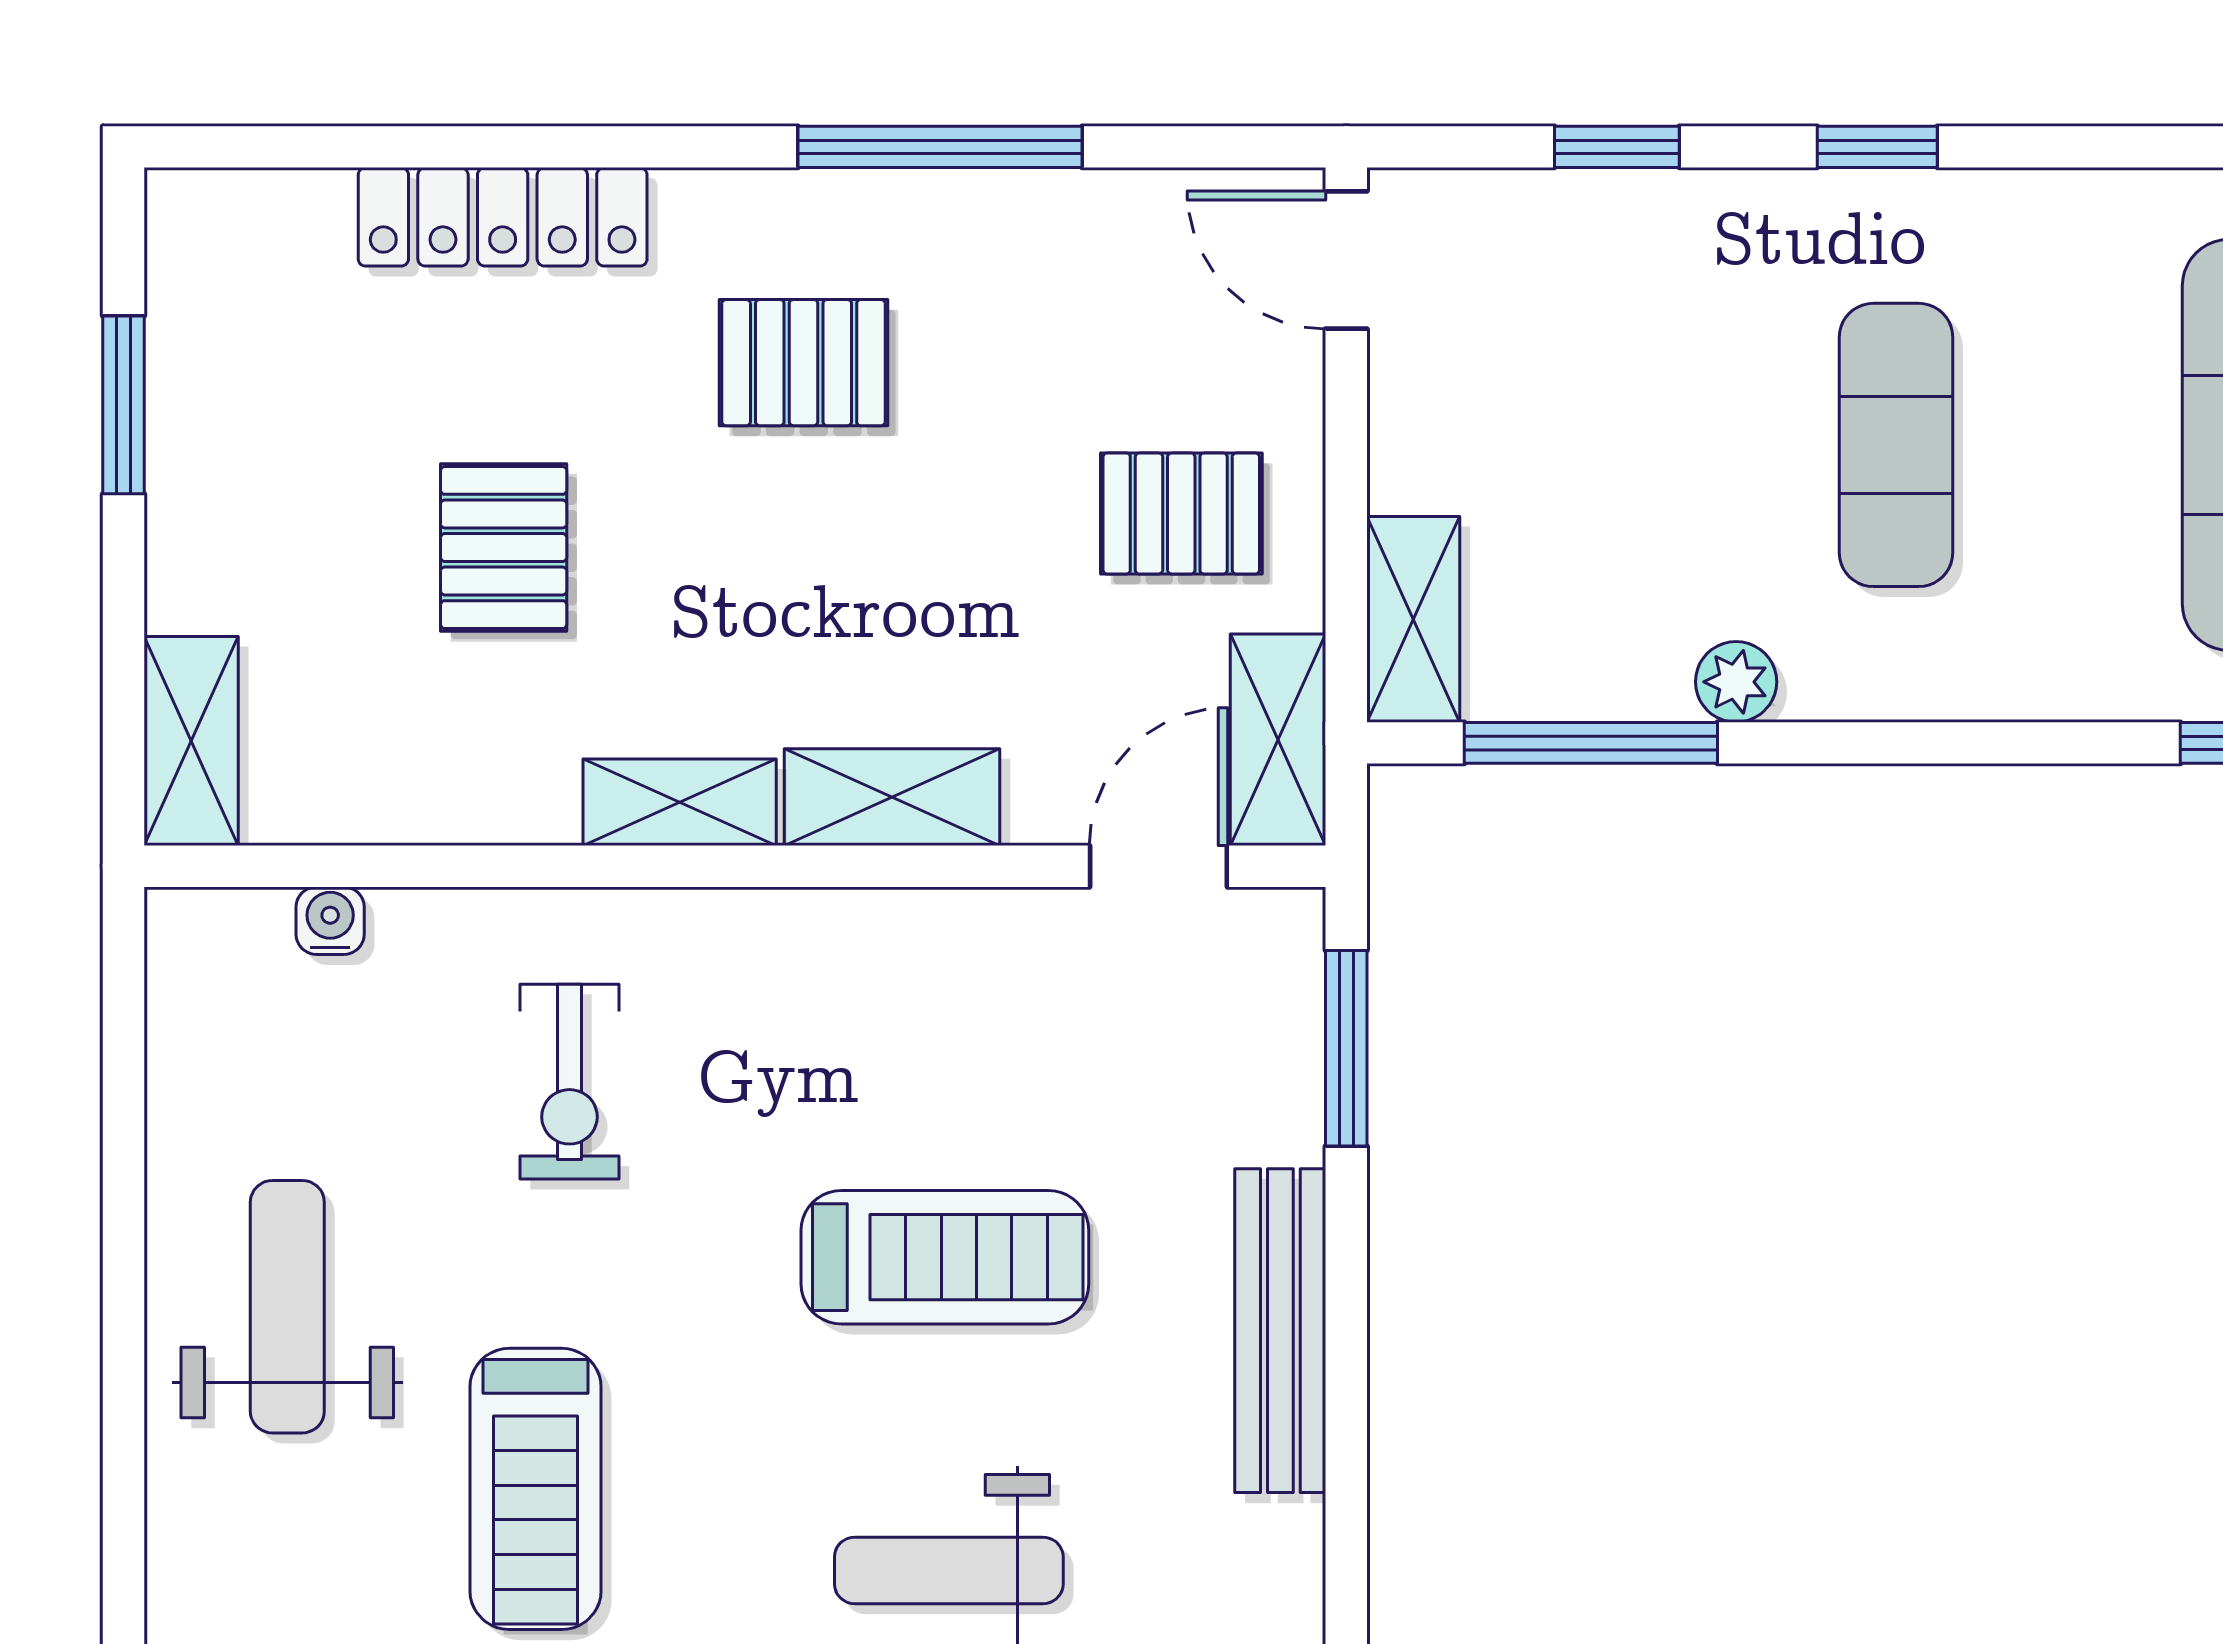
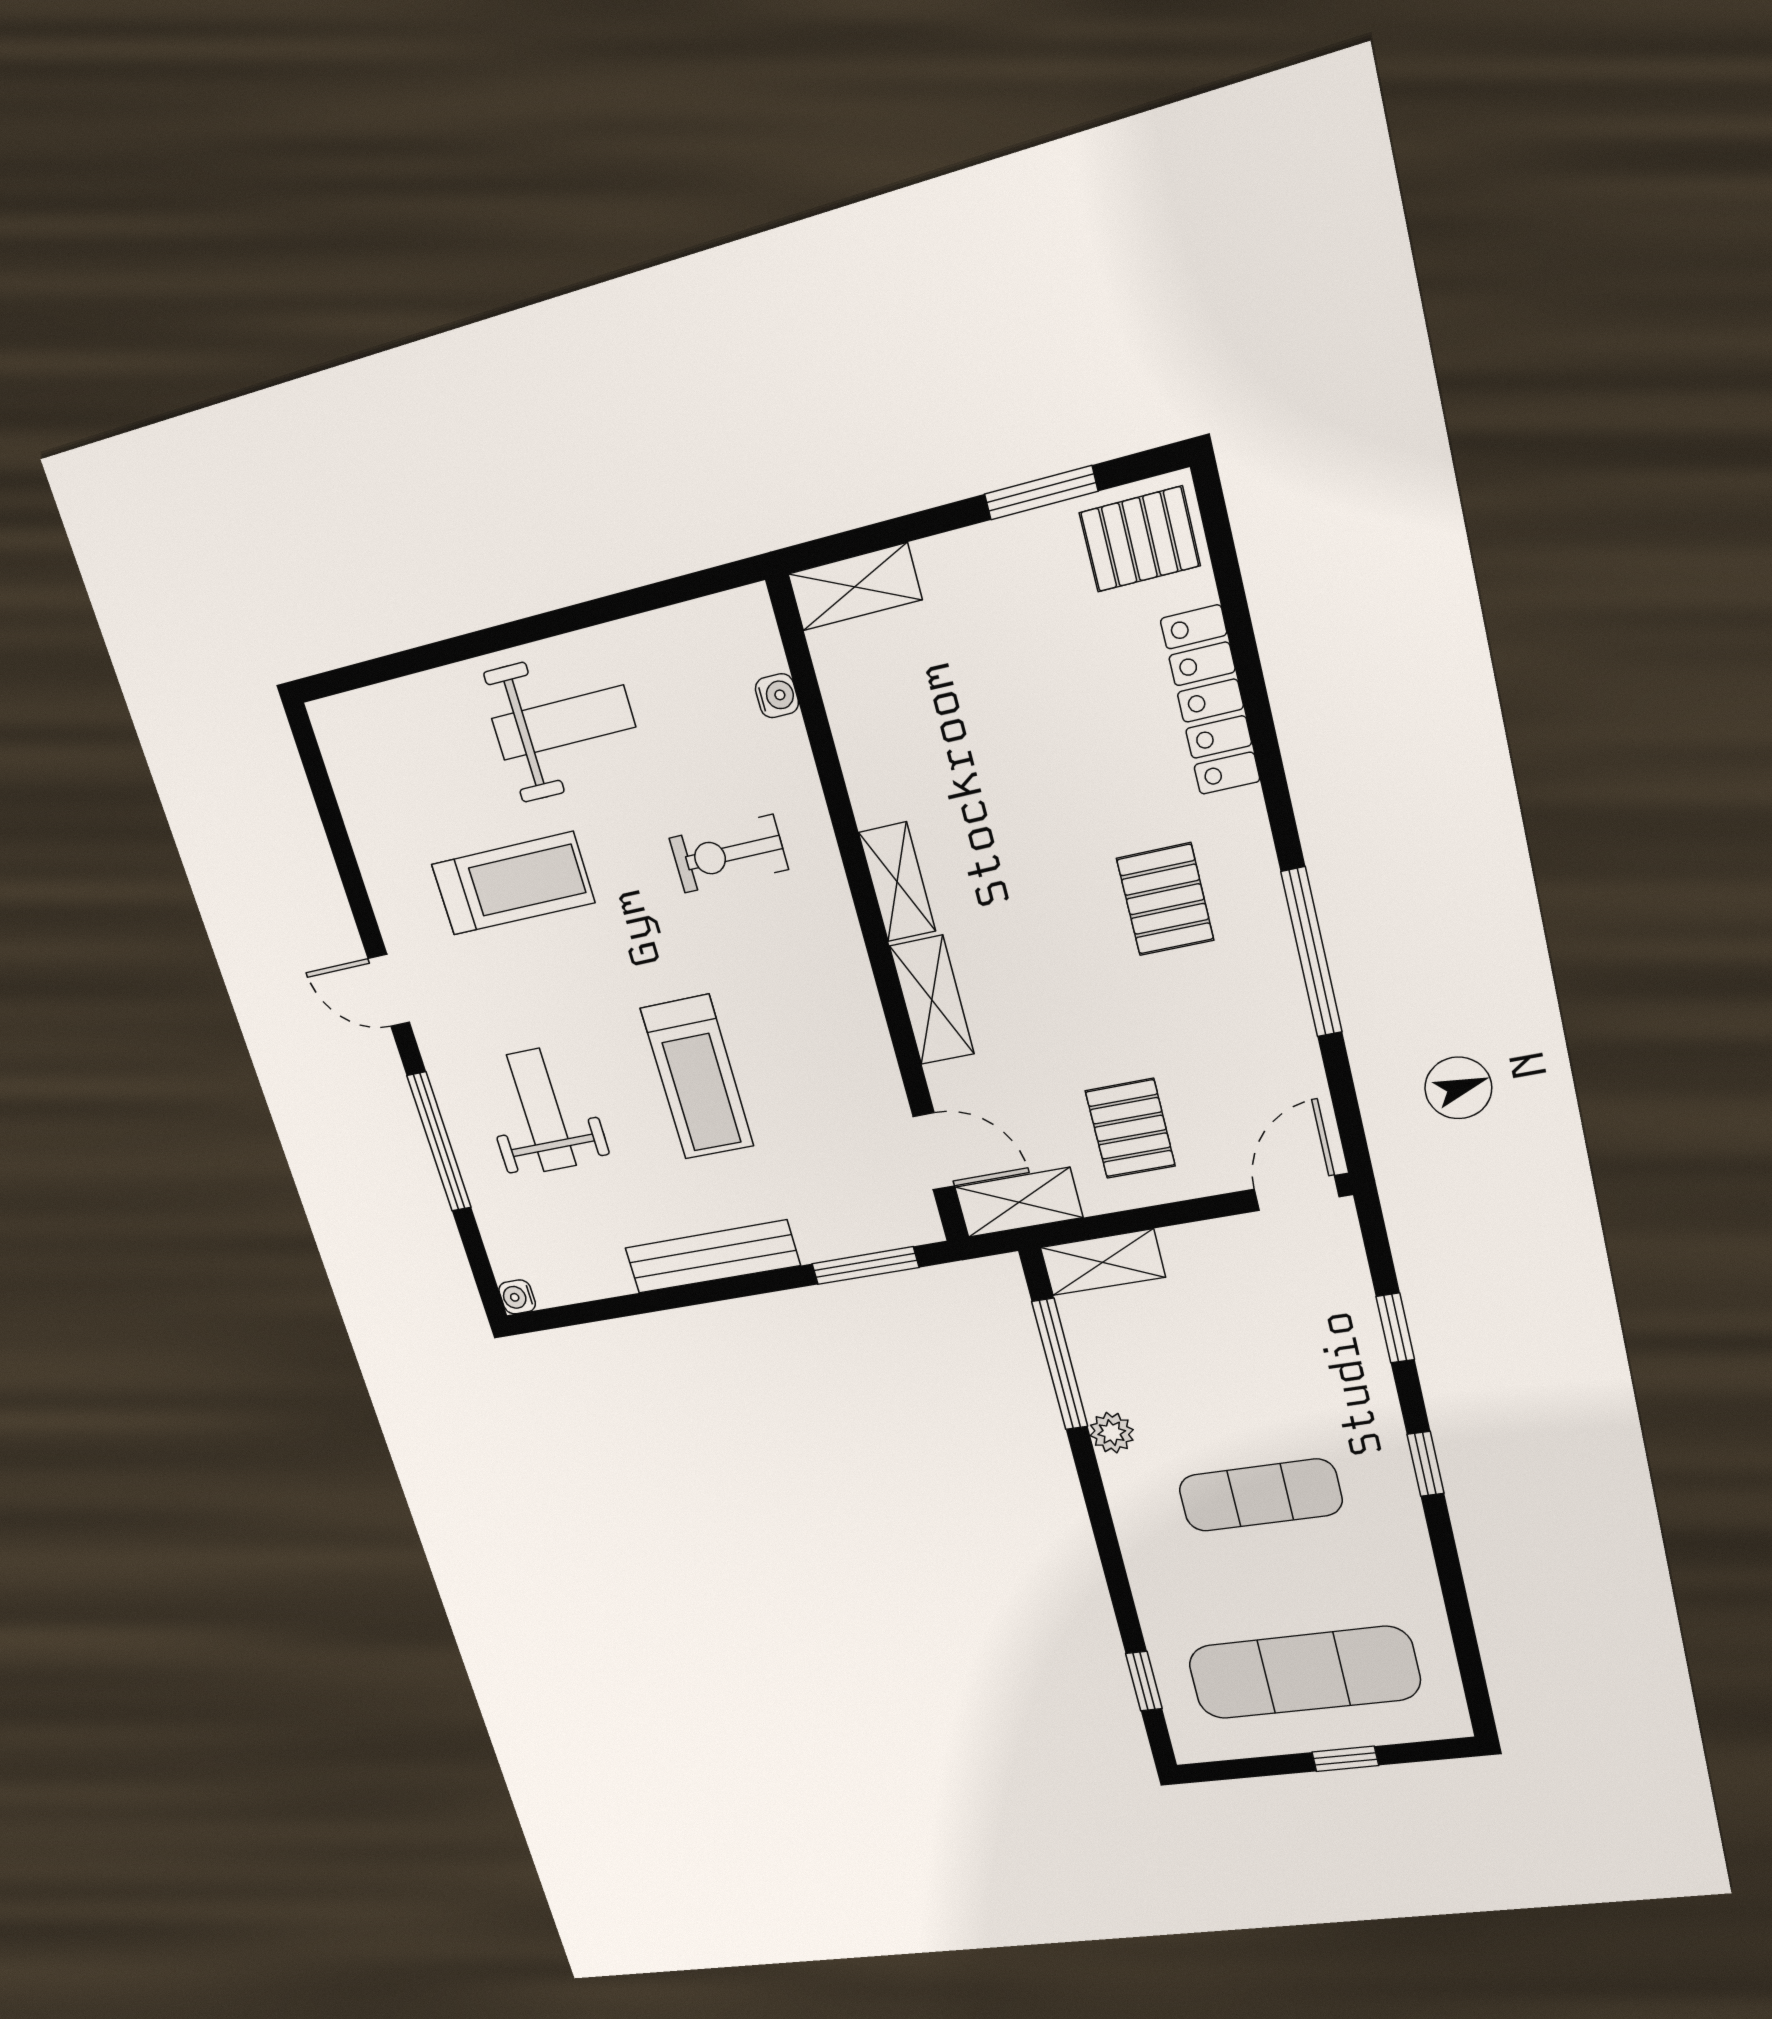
pallet: (504, 548) -> (1140, 539), moved
treadmill: (536, 1489) -> (513, 883), turned 180

